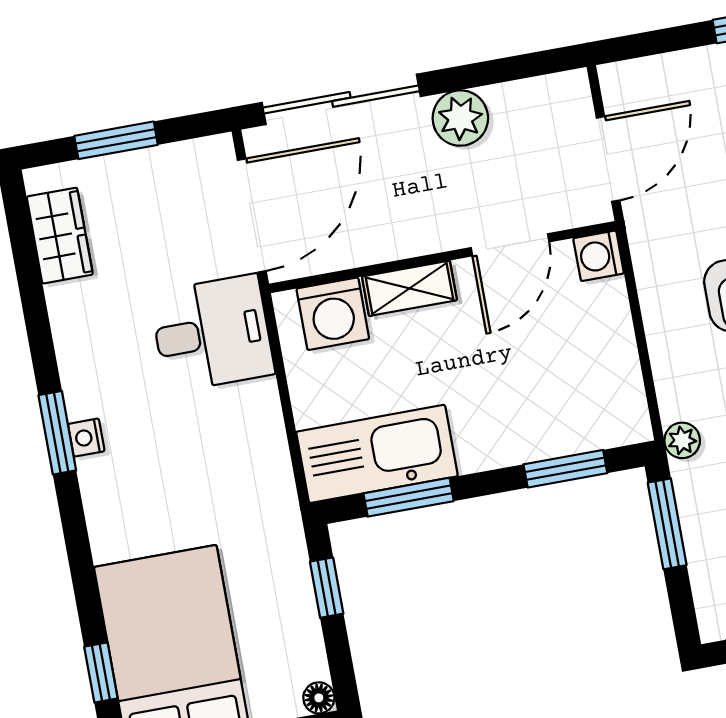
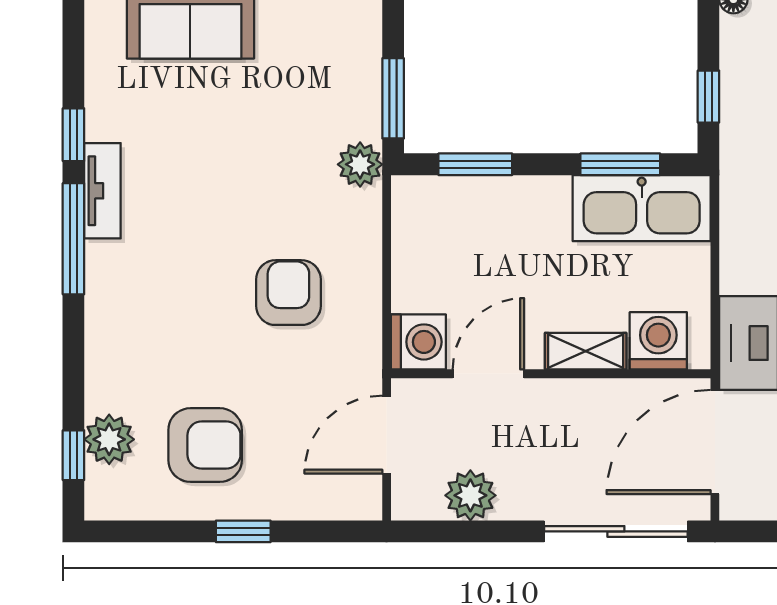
plant: (460, 118) -> (470, 495), moved
washing machine: (599, 256) -> (418, 342), width x1.38, depth x1.38
plant: (682, 440) -> (360, 164), width x1.38, depth x1.38

